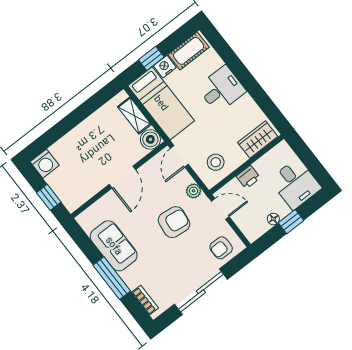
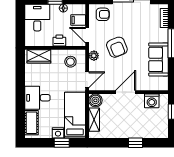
cot: (189, 51) -> (32, 123), moved, turned 90
window: (64, 126) -> (135, 143), added
washing machine: (45, 164) -> (152, 101), moved, turned 180
filing cabinet: (245, 219) -> (78, 20), added
armchair: (174, 222) -> (117, 47), turned -119

